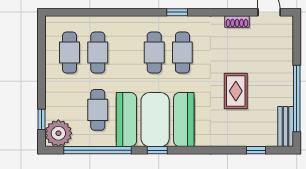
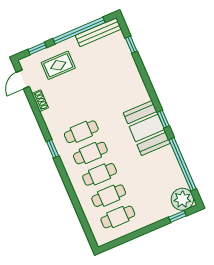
window: (297, 43) -> (37, 48), added
rug: (236, 91) -> (58, 65), moved
cafe table: (98, 110) -> (100, 174), moved
booth: (155, 120) -> (147, 128), width x0.73, depth x0.70
bench: (286, 127) -> (98, 32), width x1.36

